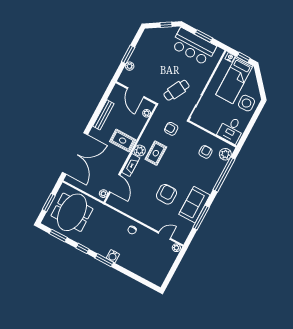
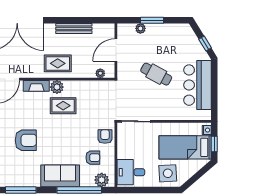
window: (203, 36) -> (214, 90), removed
cafe table: (176, 90) -> (156, 74), moved
armchair: (171, 129) -> (105, 137), moved
rug: (123, 141) -> (58, 63), turned 90
sofa: (194, 205) -> (60, 176), moved

